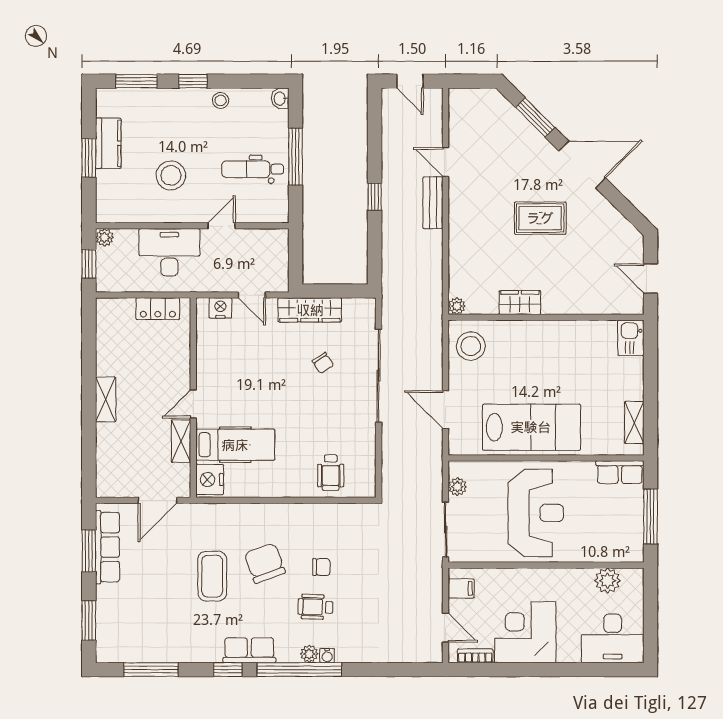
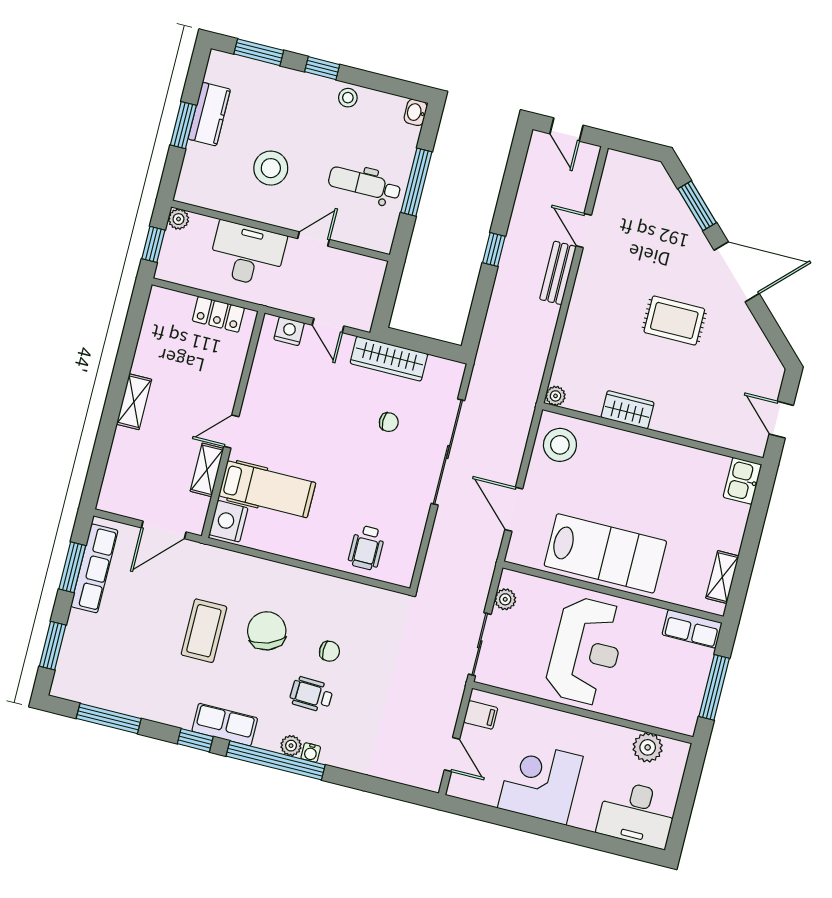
chair: (323, 363) -> (389, 422), turned -57
bookcase: (475, 656) -> (477, 795), removed

